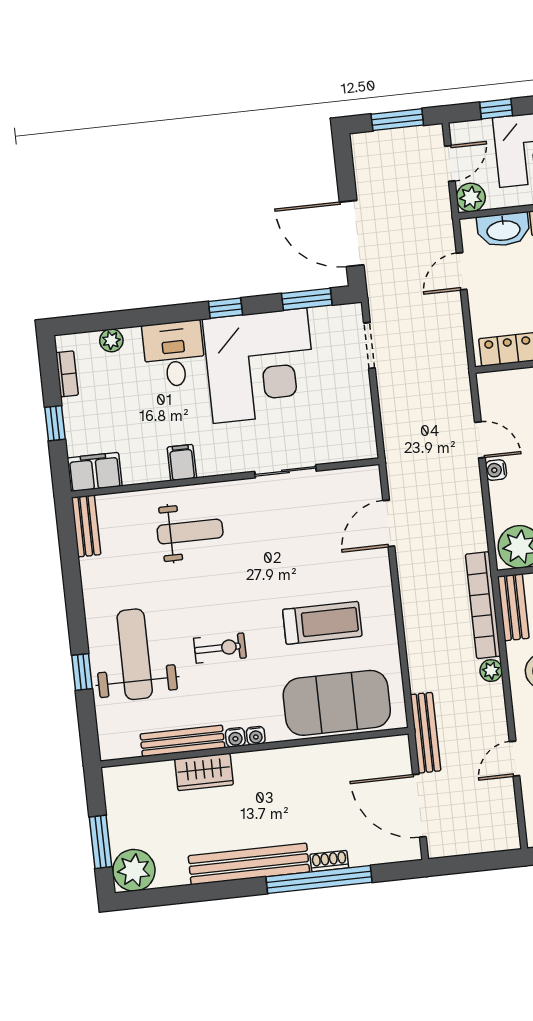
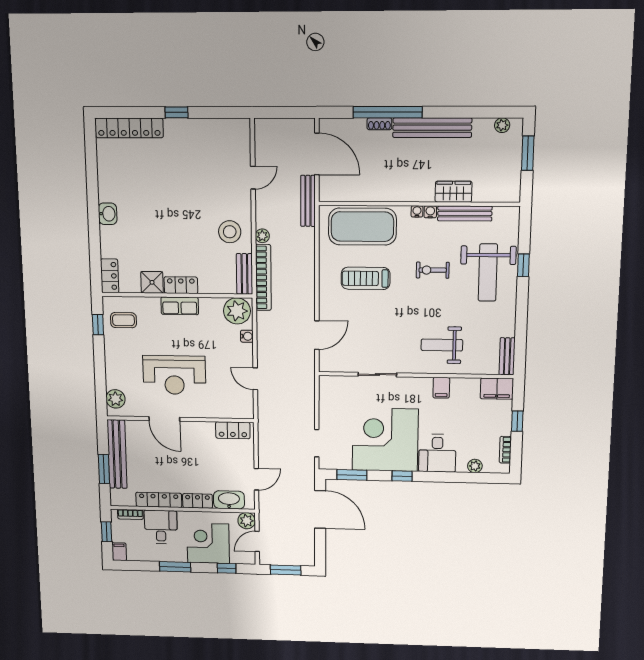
water cooler: (496, 470) -> (247, 336), moved
plant: (134, 870) -> (502, 125), width x0.53, depth x0.53

